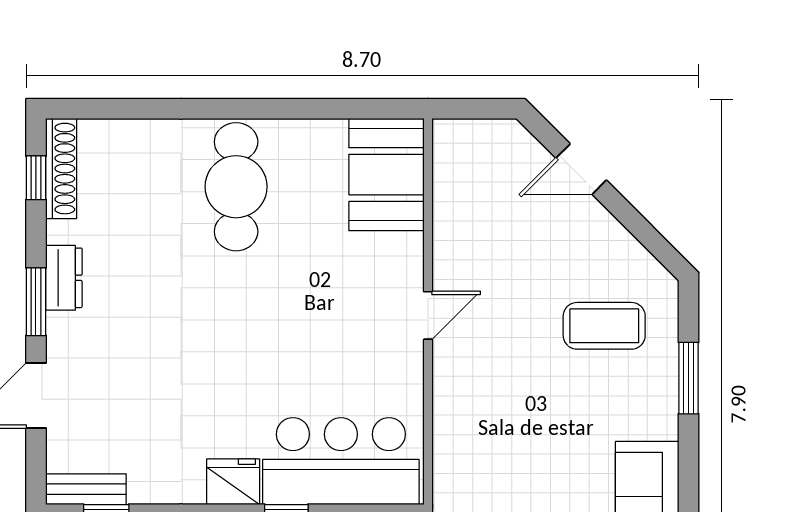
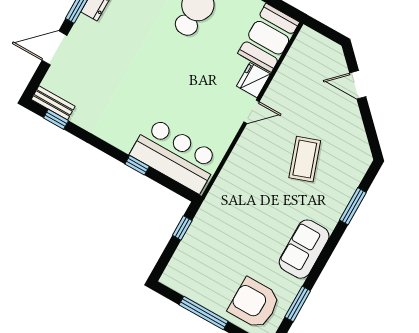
coffee table: (604, 326) -> (305, 159), moved, turned 71
fridge: (233, 482) -> (253, 80), moved, turned -90

